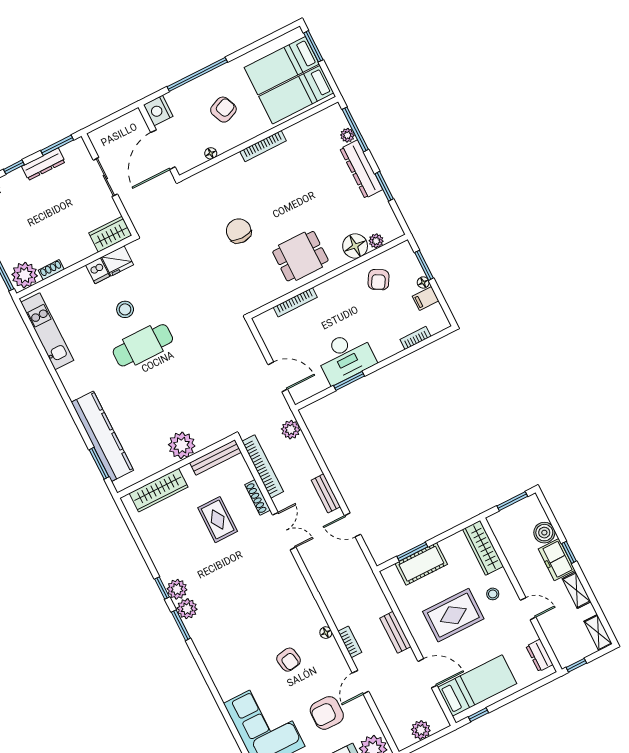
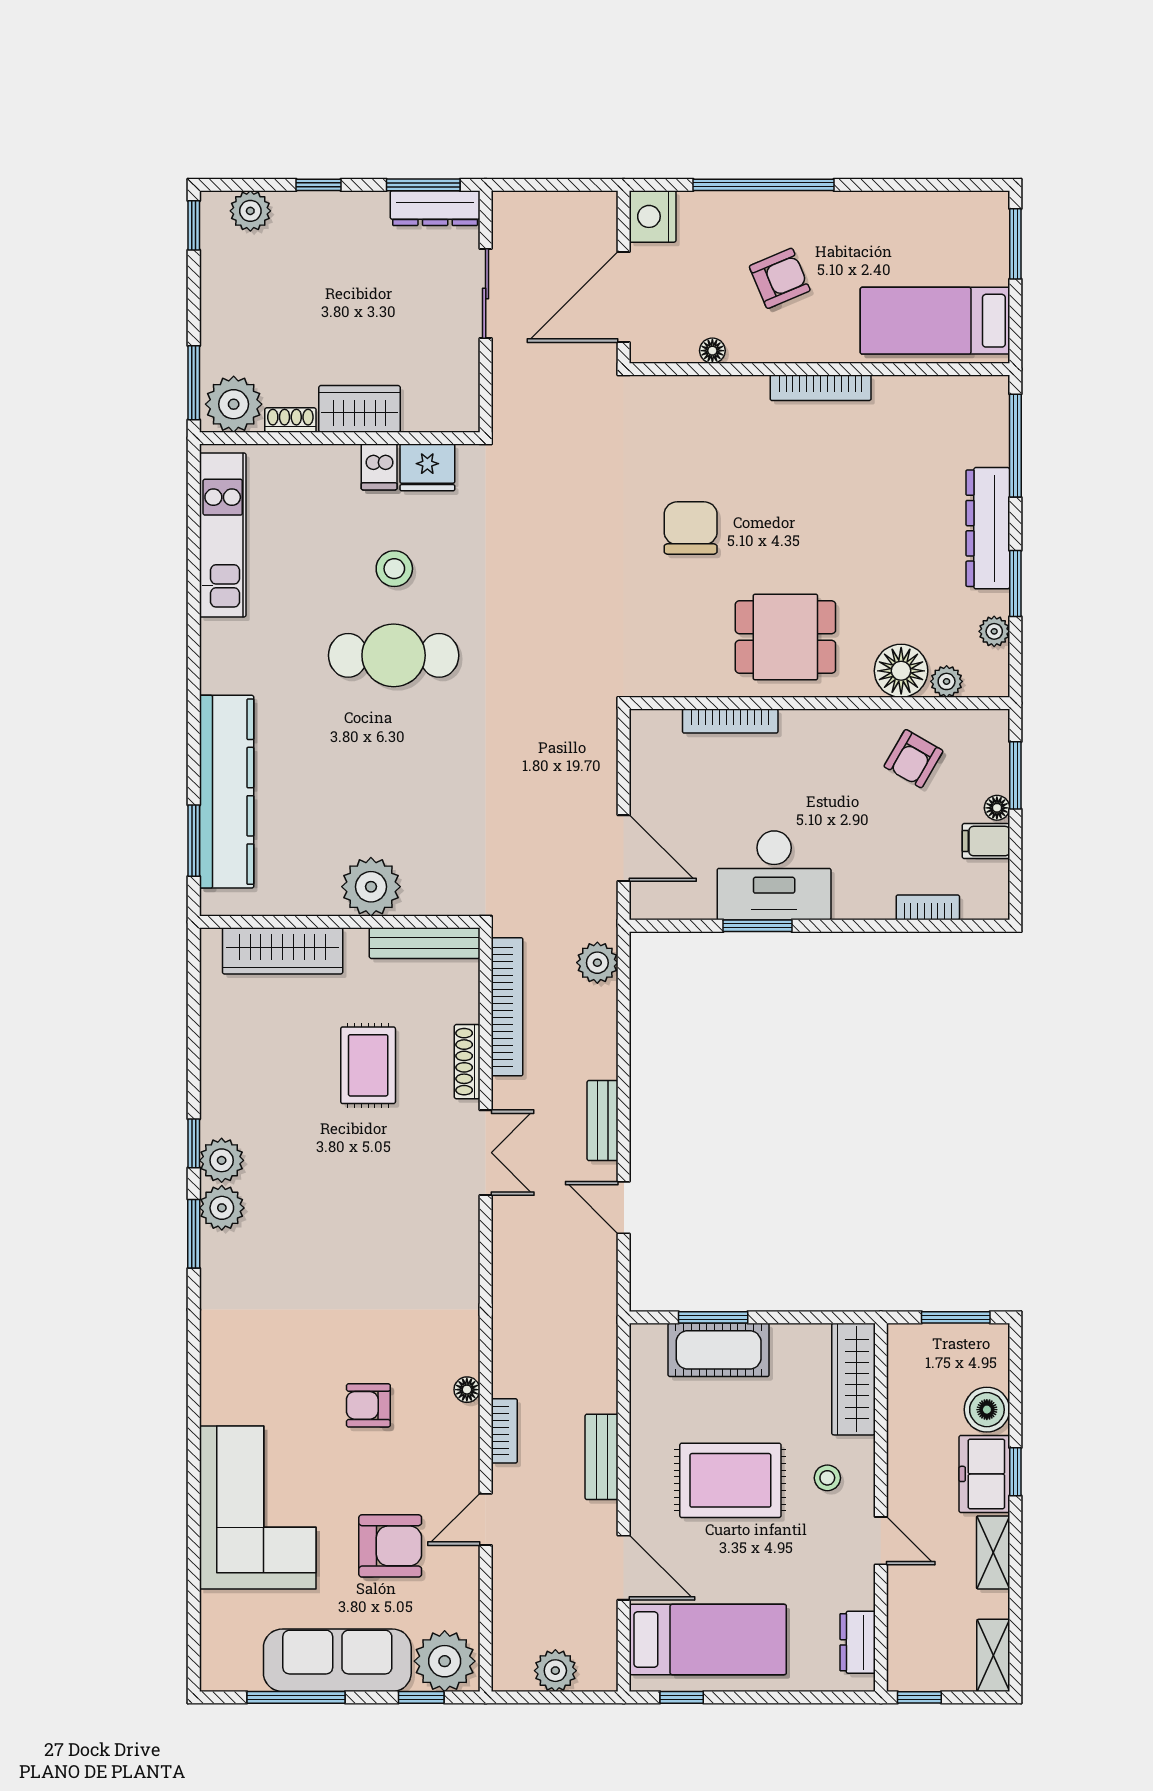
bed: (282, 66) -> (935, 251), removed
plant: (347, 135) -> (994, 631), moved
dresser: (43, 164) -> (435, 208), moved
wardrobe: (110, 234) -> (360, 409), moved
armchair: (289, 660) -> (368, 1405), turned 100
armchair: (327, 713) -> (390, 1546), turned 180

